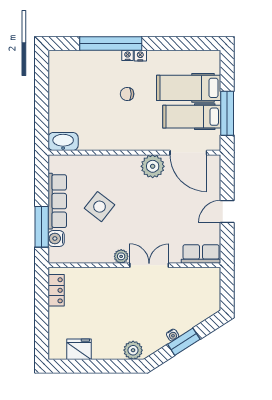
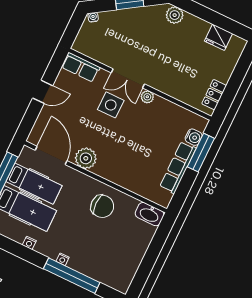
nightstand: (140, 56) -> (29, 243), moved
chair: (127, 94) -> (102, 206), moved, width x1.87, depth x1.87
side table: (100, 207) -> (111, 105), moved, turned -38
water cooler: (173, 335) -> (93, 17), moved

